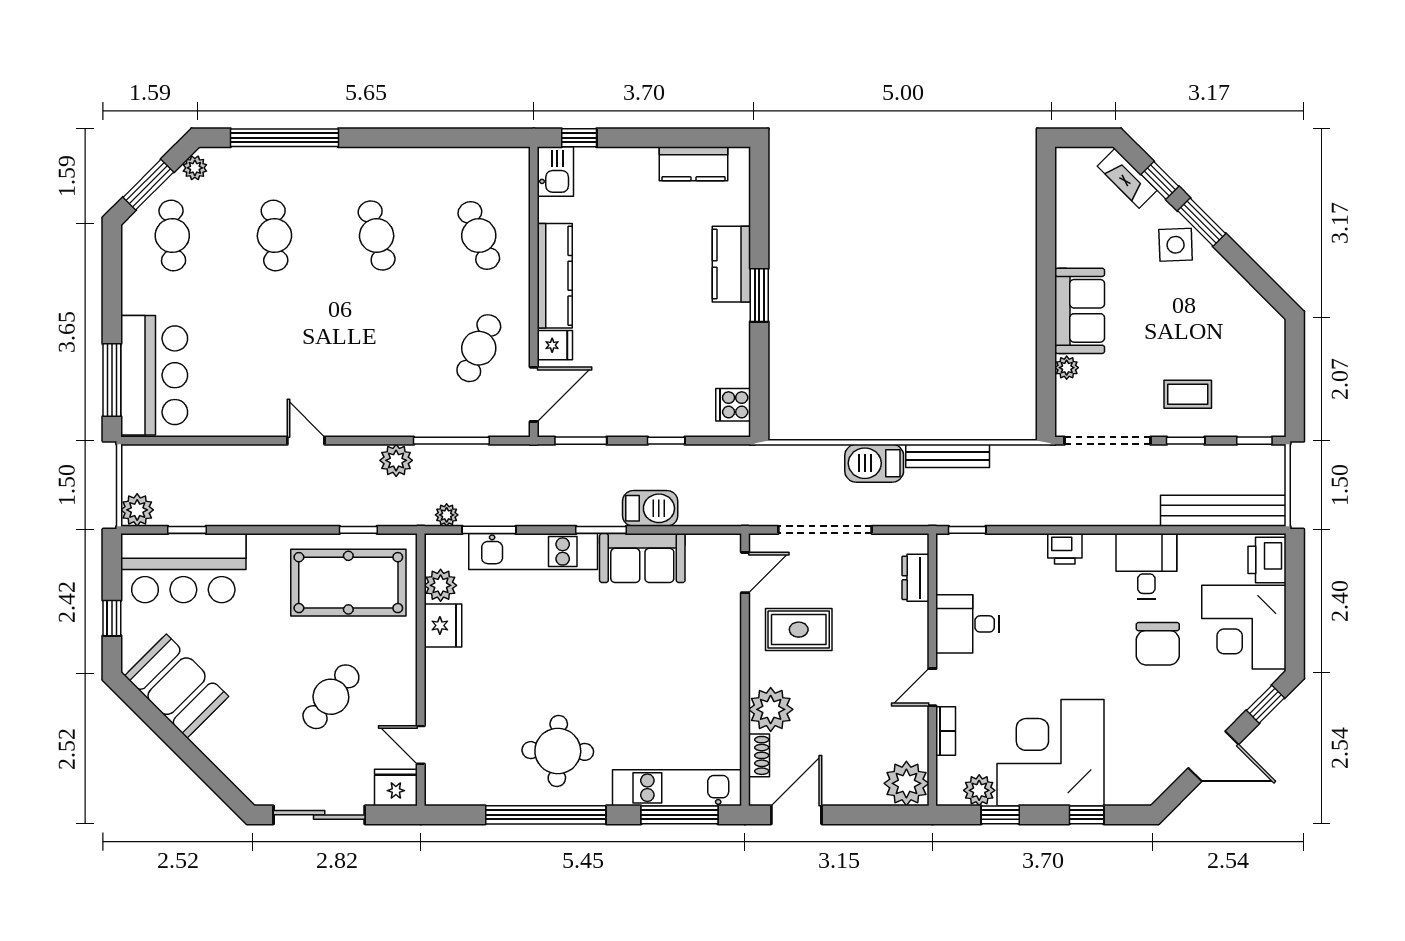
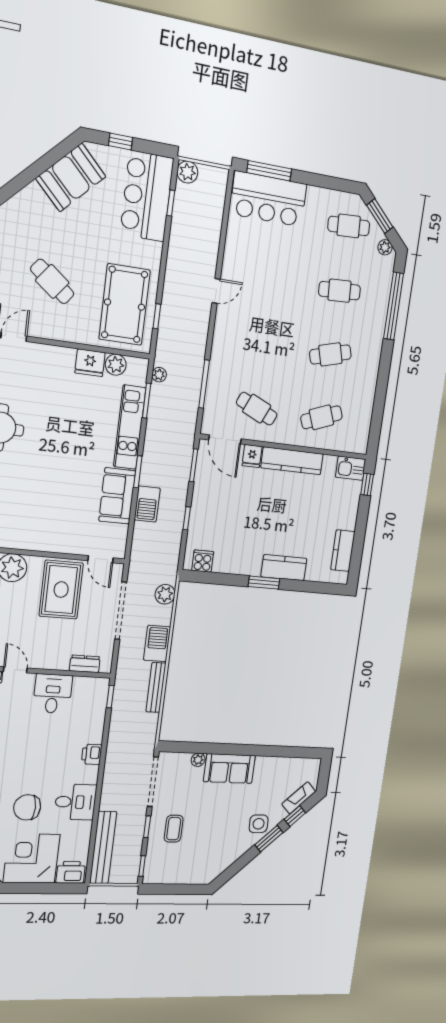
plant: (396, 460) -> (165, 594), moved
rug: (799, 630) -> (61, 590), width x1.36, depth x1.43

